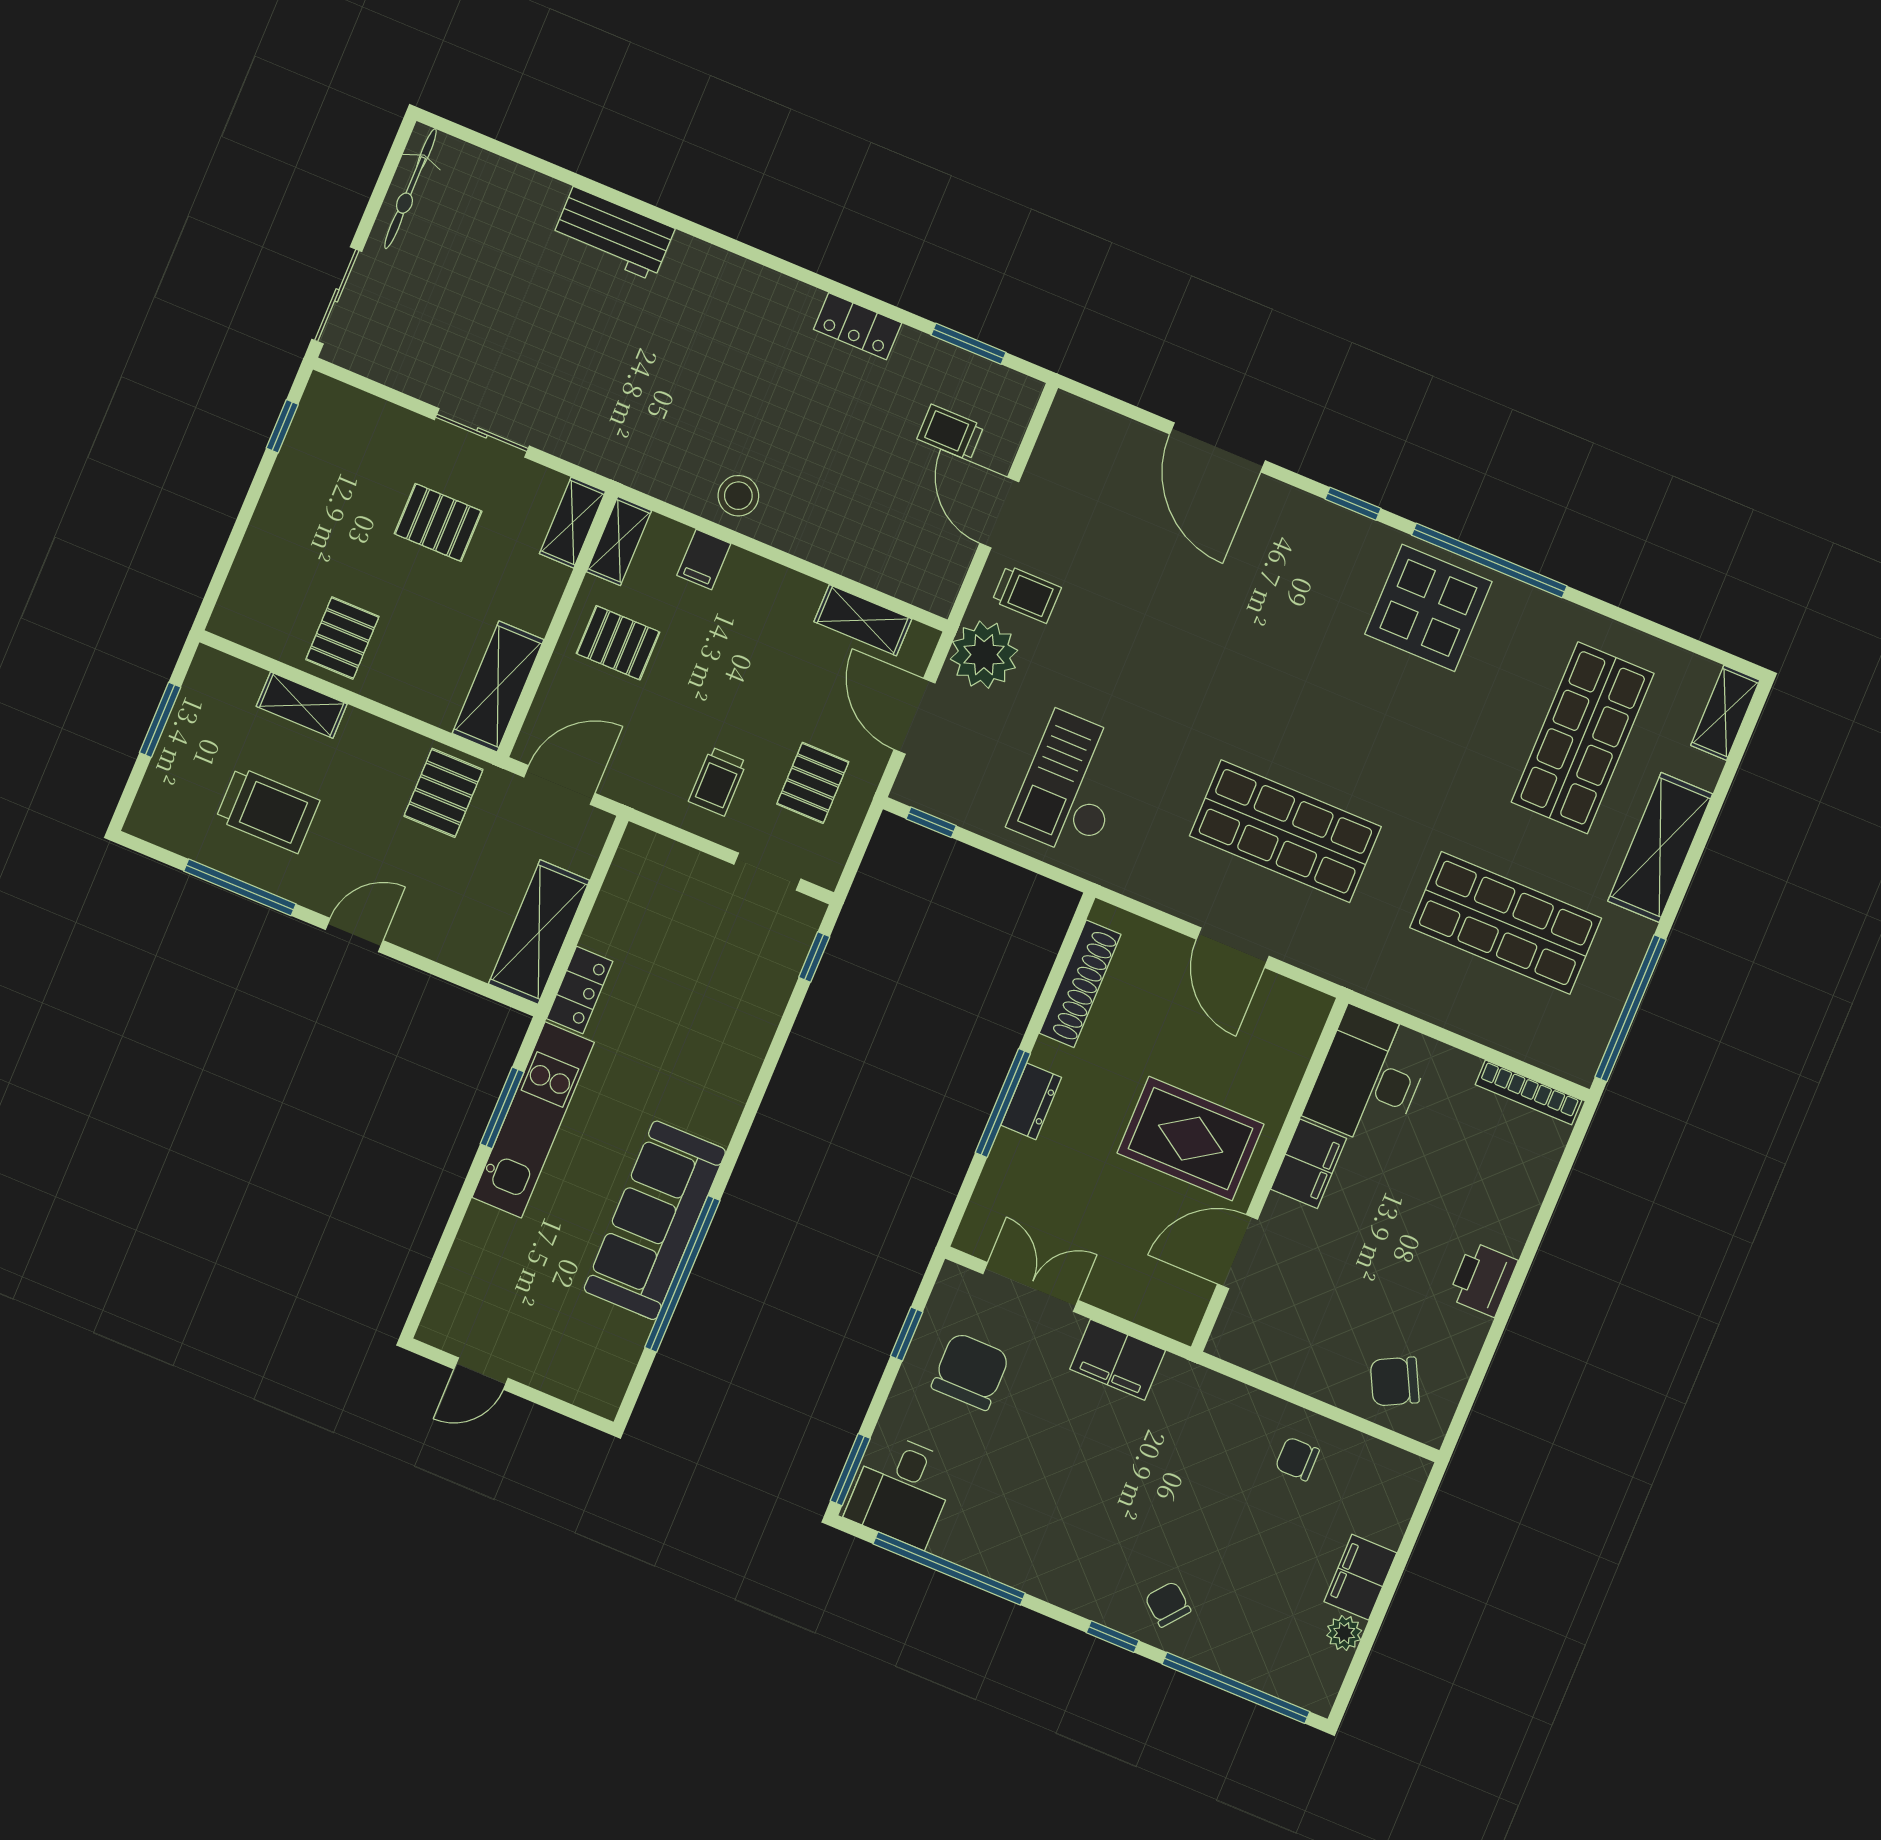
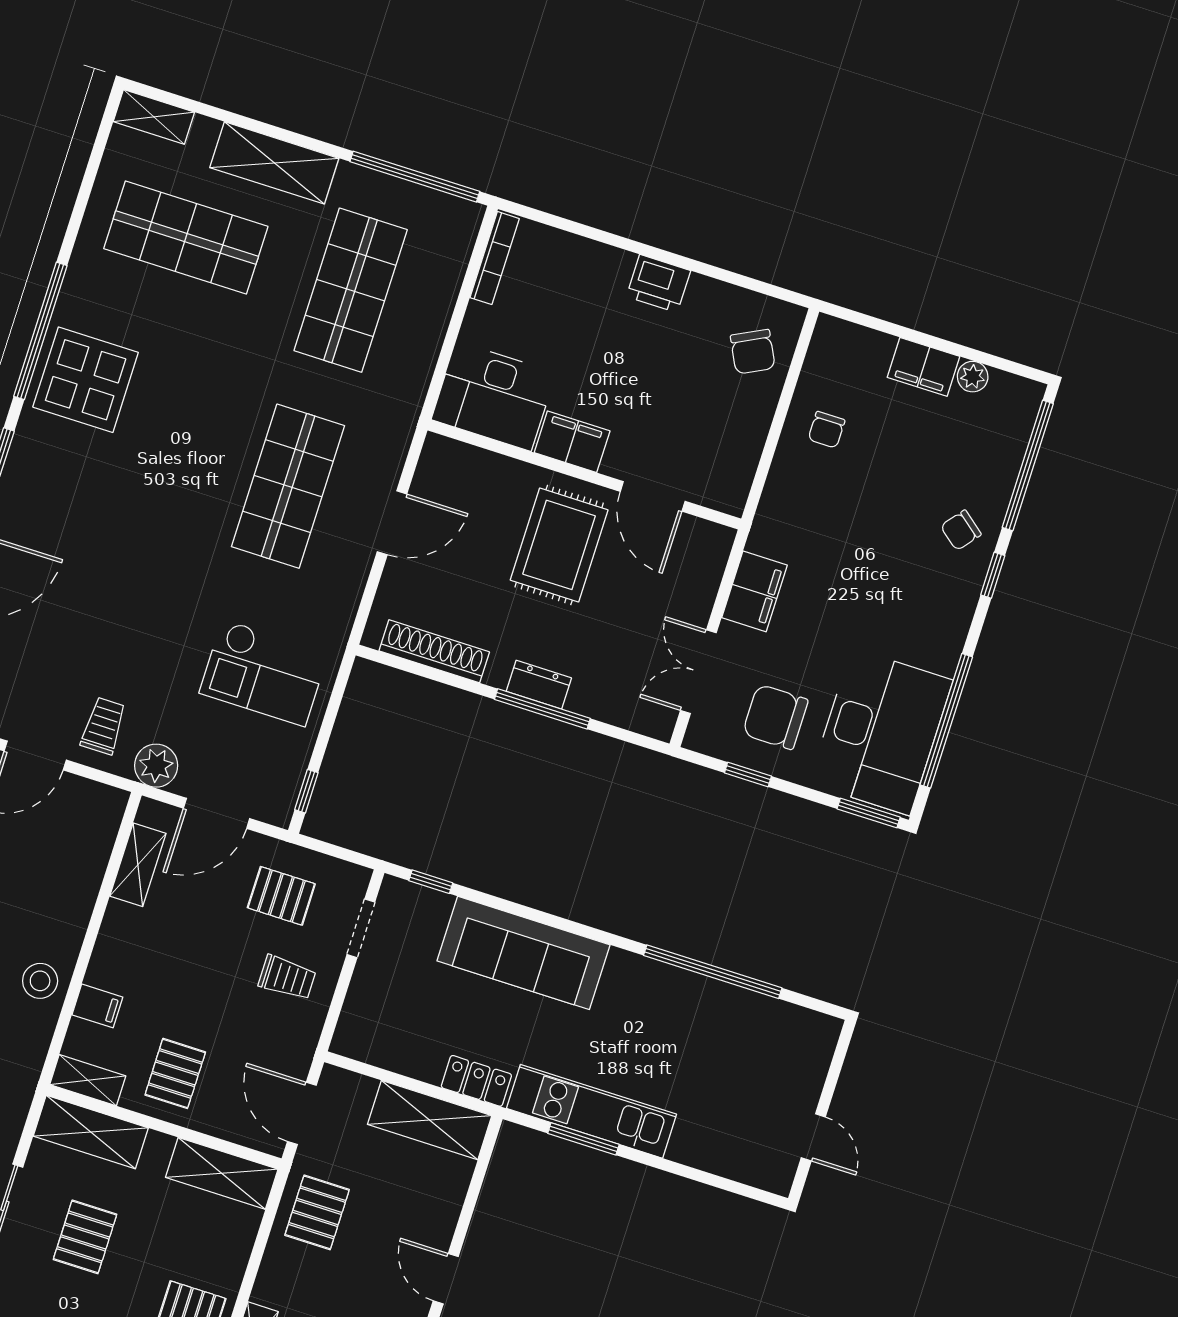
shelving: (572, 523) -> (91, 1132), width x1.50, depth x1.33
plant: (984, 655) -> (156, 766), width x0.73, depth x0.73
pallet: (443, 793) -> (317, 1212), turned 90
sofa: (655, 1220) -> (523, 953), moved
desk: (902, 1490) -> (881, 732), width x1.87, depth x1.30

